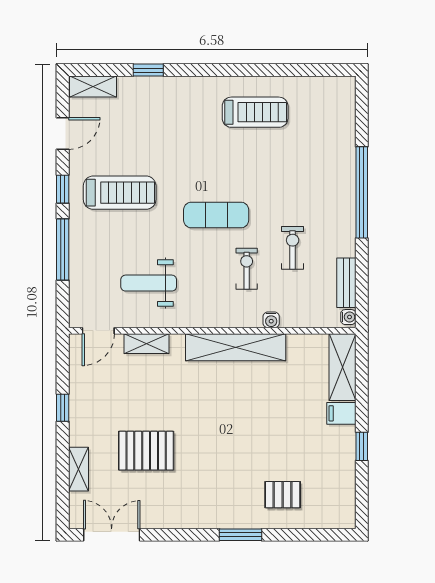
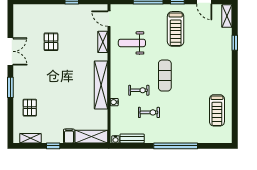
treadmill: (255, 112) -> (217, 110), moved
weight bench: (149, 283) -> (132, 43), turned -90
pallet: (146, 451) -> (51, 42), width x0.67, depth x0.71
shelving: (78, 469) -> (30, 138), moved
double door: (112, 535) -> (10, 51), moved

